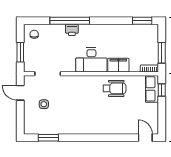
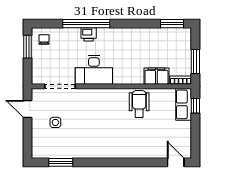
window: (20, 52) -> (28, 47), moved
desk: (91, 60) -> (94, 70), moved
filing cabinet: (118, 65) -> (156, 76), moved
wheelchair: (114, 88) -> (139, 104), turned -90

